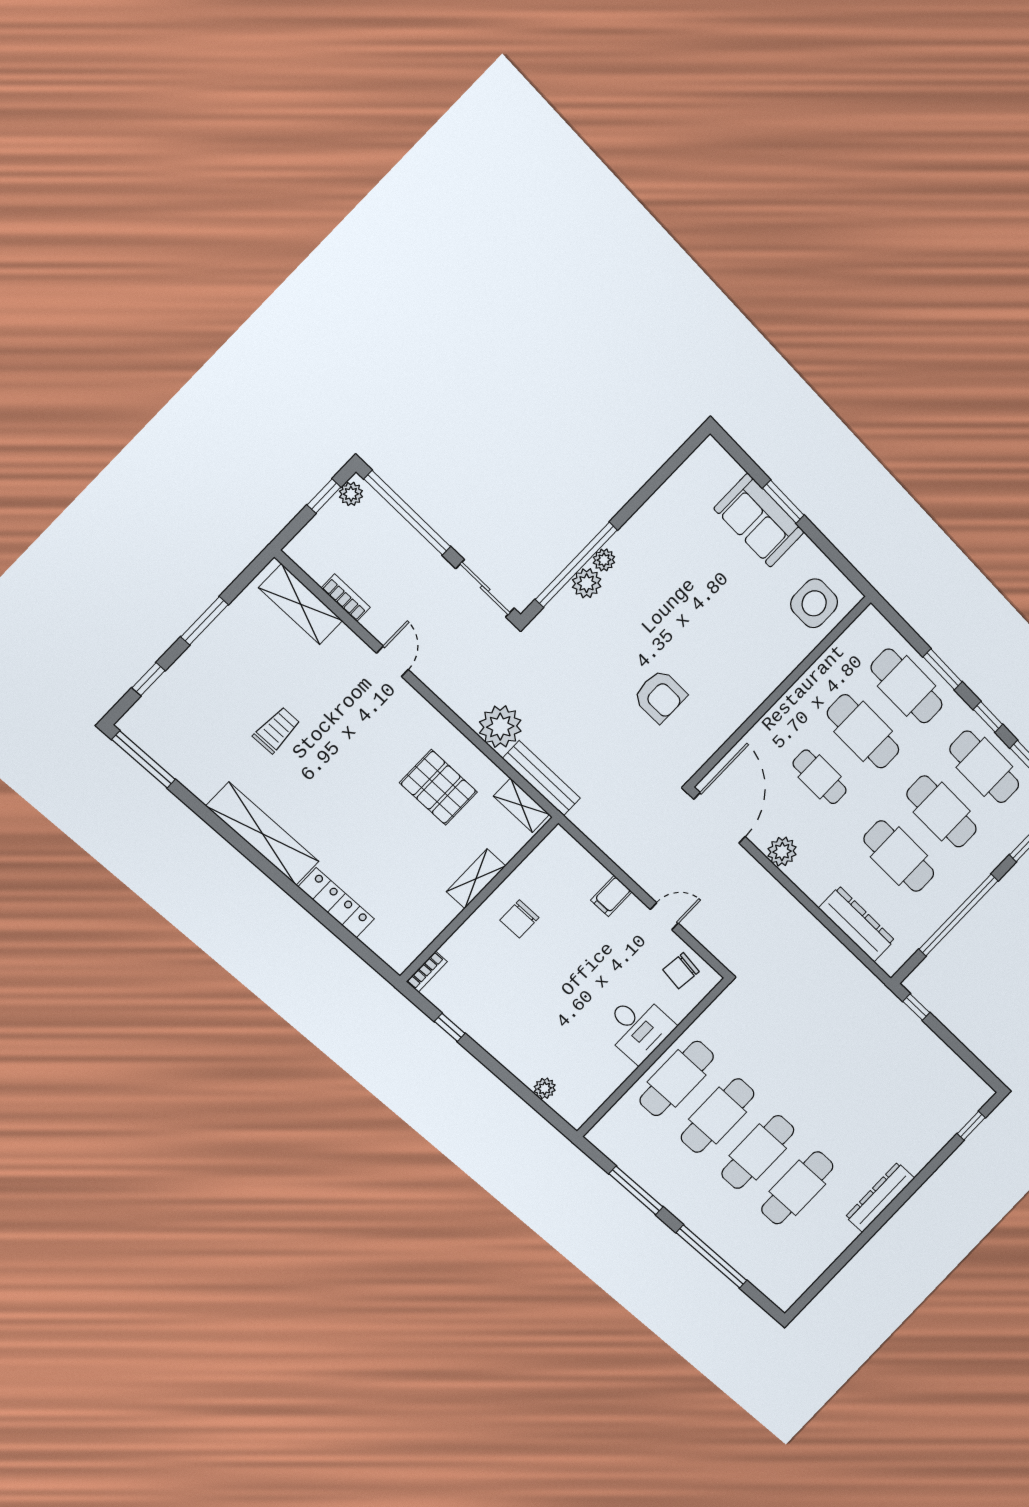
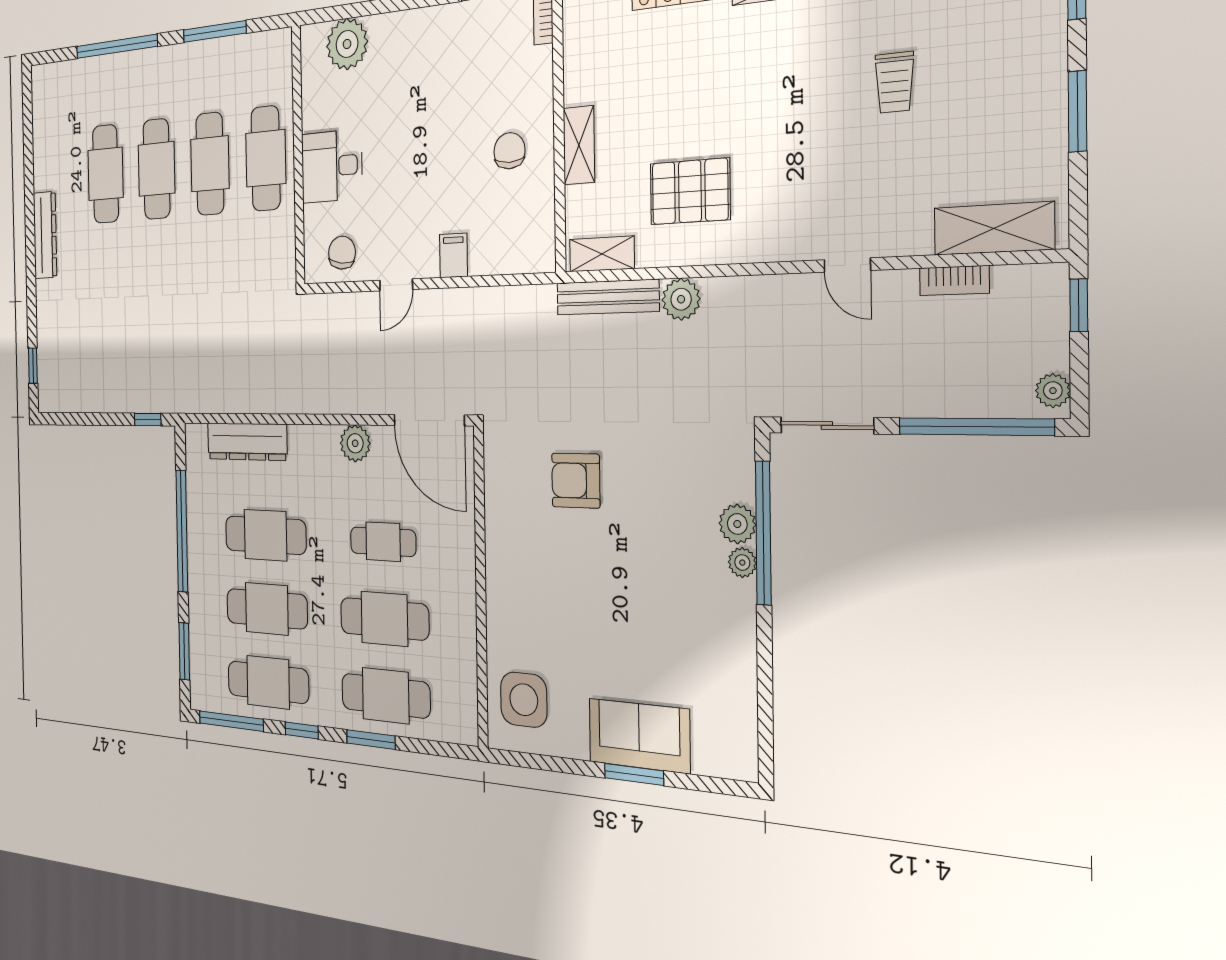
window: (324, 496) -> (1079, 305), moved
plant: (500, 727) -> (681, 299), width x0.73, depth x0.73
plant: (545, 1088) -> (347, 44), width x1.88, depth x1.88

